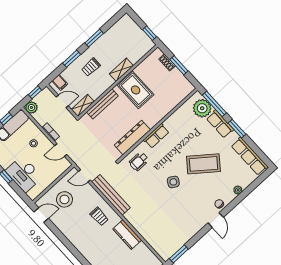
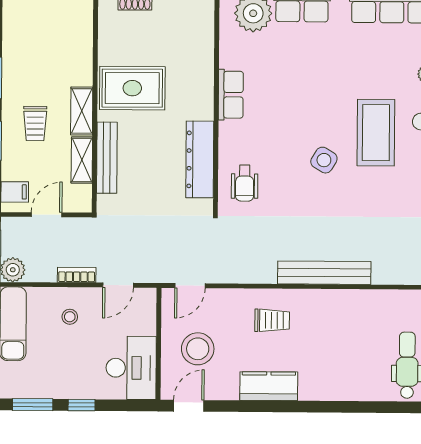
shelving: (121, 70) -> (82, 111), moved
shelving: (83, 105) -> (82, 160), moved
row of seats: (156, 136) -> (231, 95), moved
coffee table: (203, 164) -> (376, 133), moved, turned -38
desk: (24, 174) -> (131, 368), moved, turned -90
bench: (111, 195) -> (324, 273), moved
kitchen counter: (127, 235) -> (269, 386), moved, turned 180

